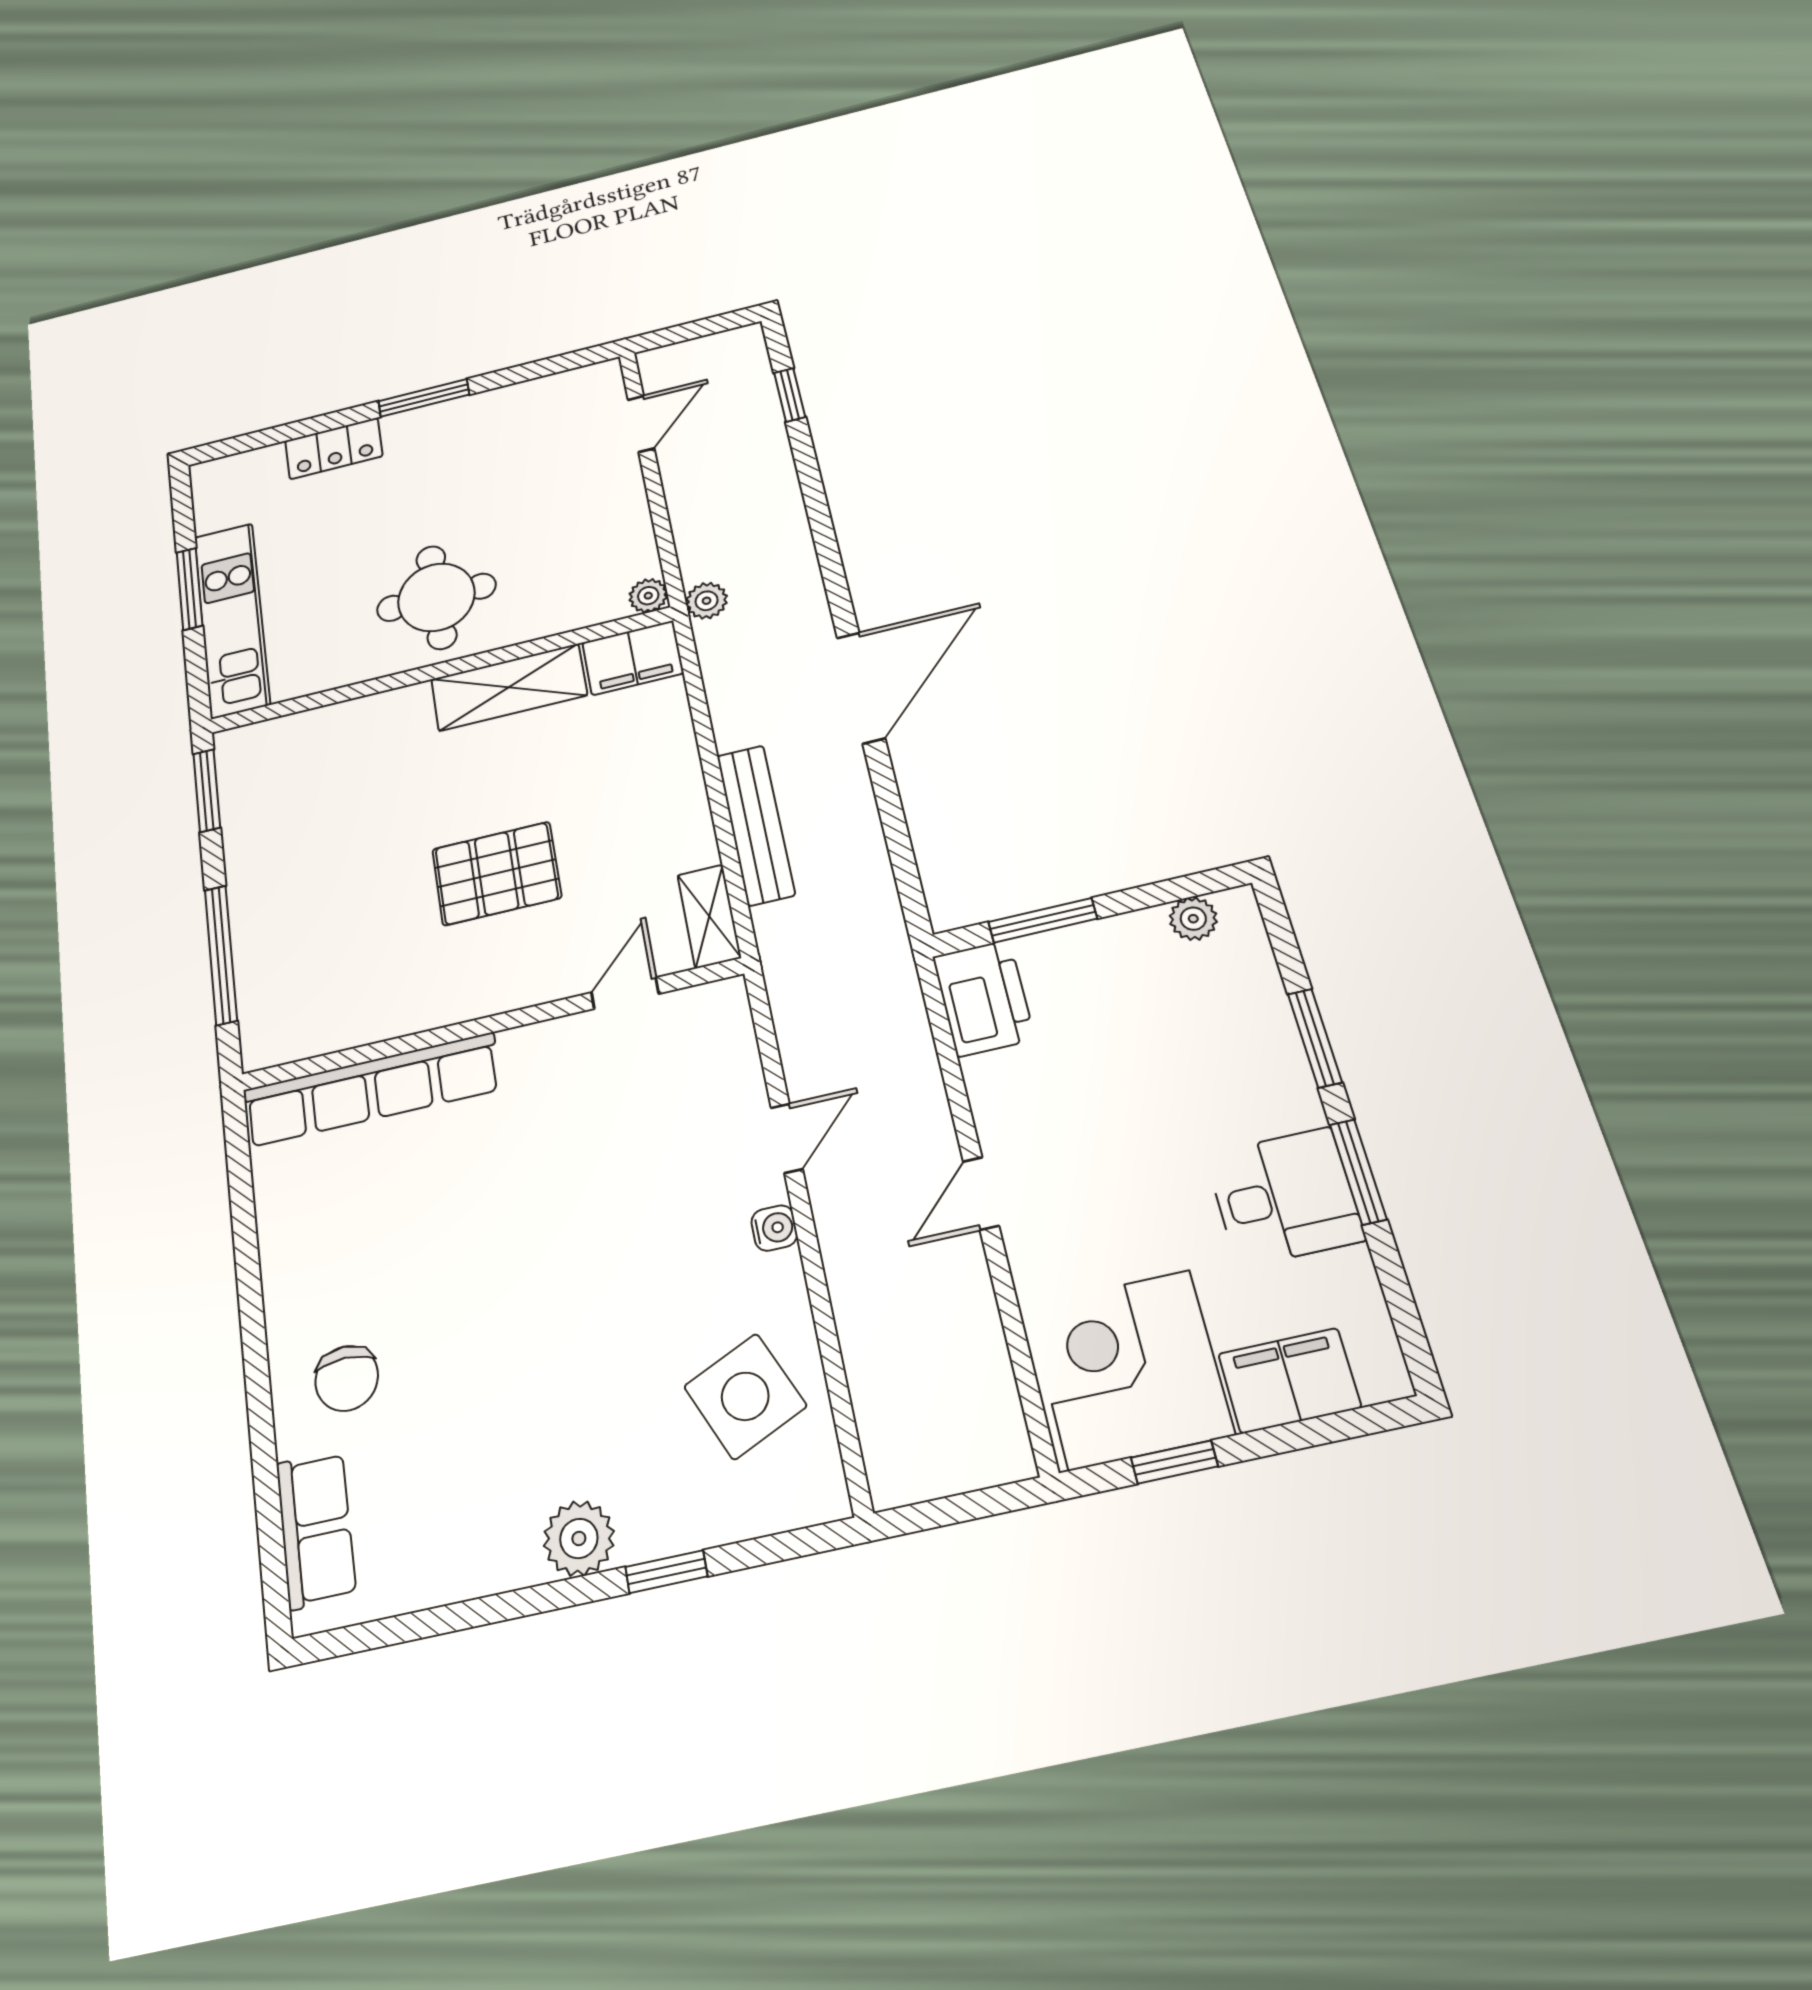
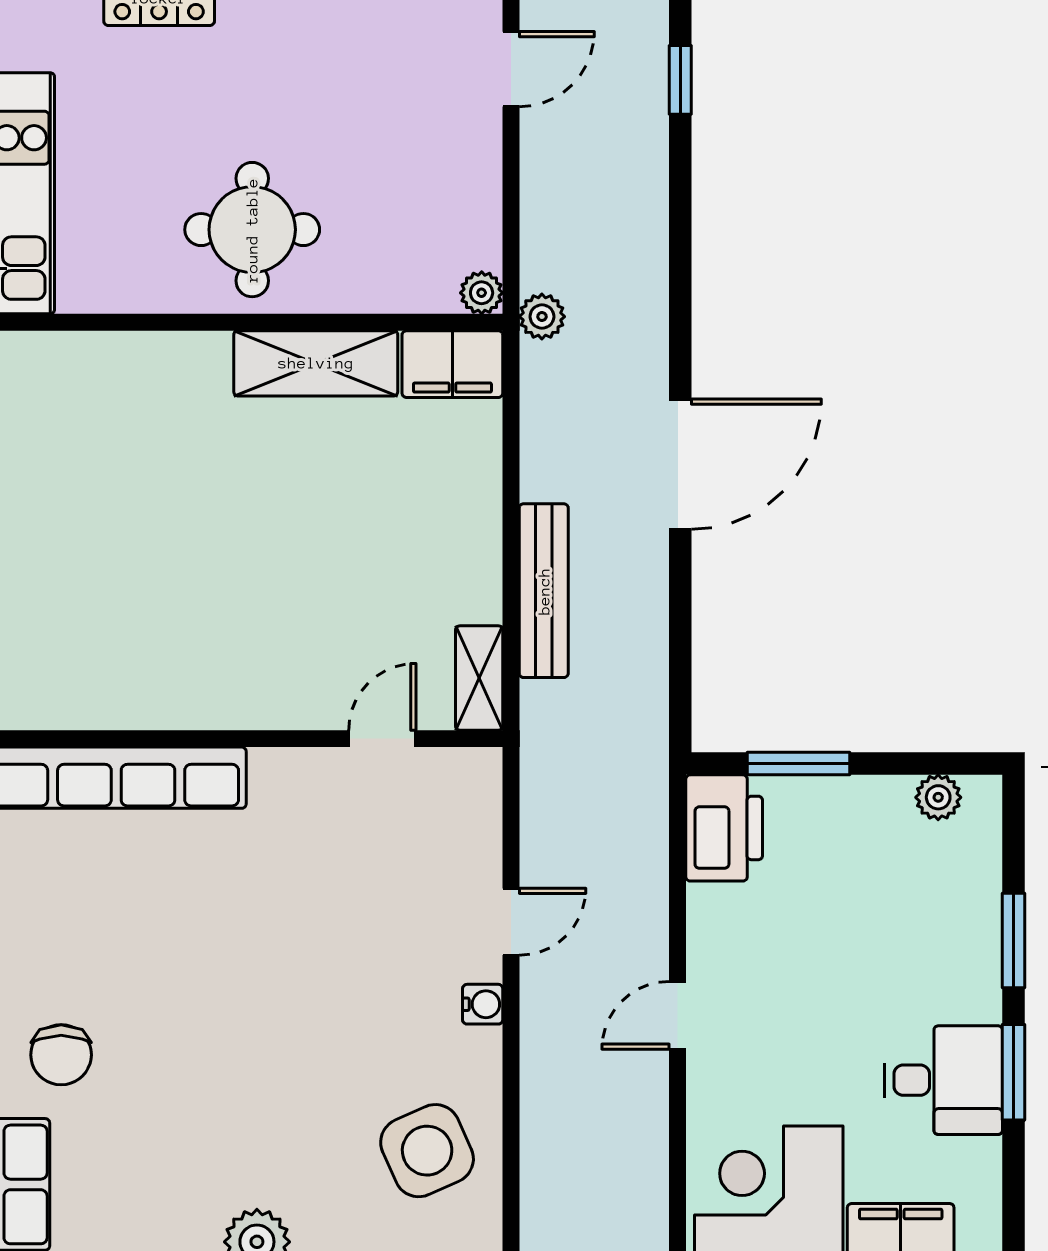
pallet: (497, 873) -> (273, 576), removed

